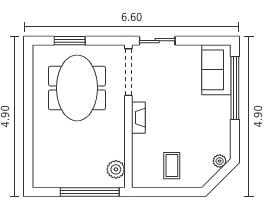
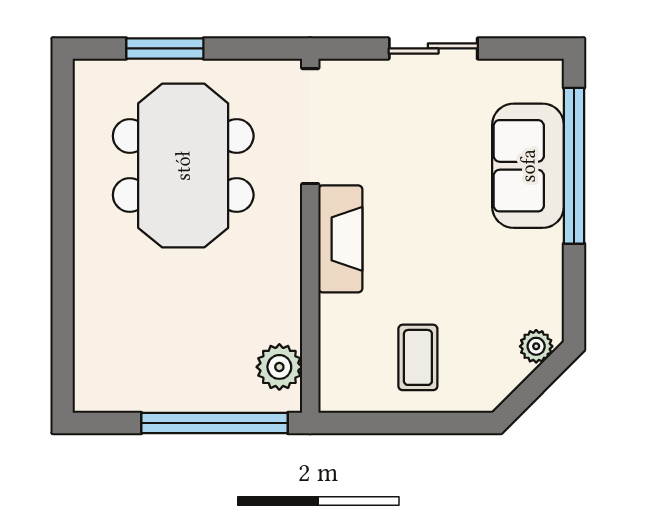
sliding door: (157, 41) -> (433, 48), moved
sofa: (216, 70) -> (528, 166), moved
fireplace: (138, 118) -> (340, 239), width x1.37, depth x1.32

